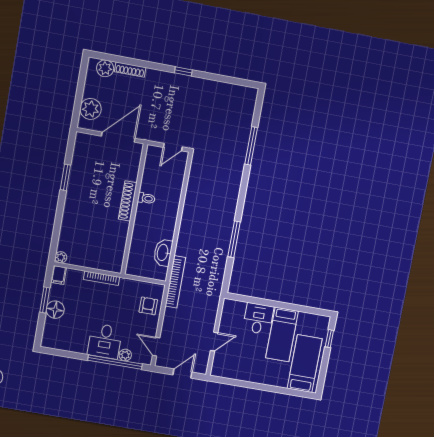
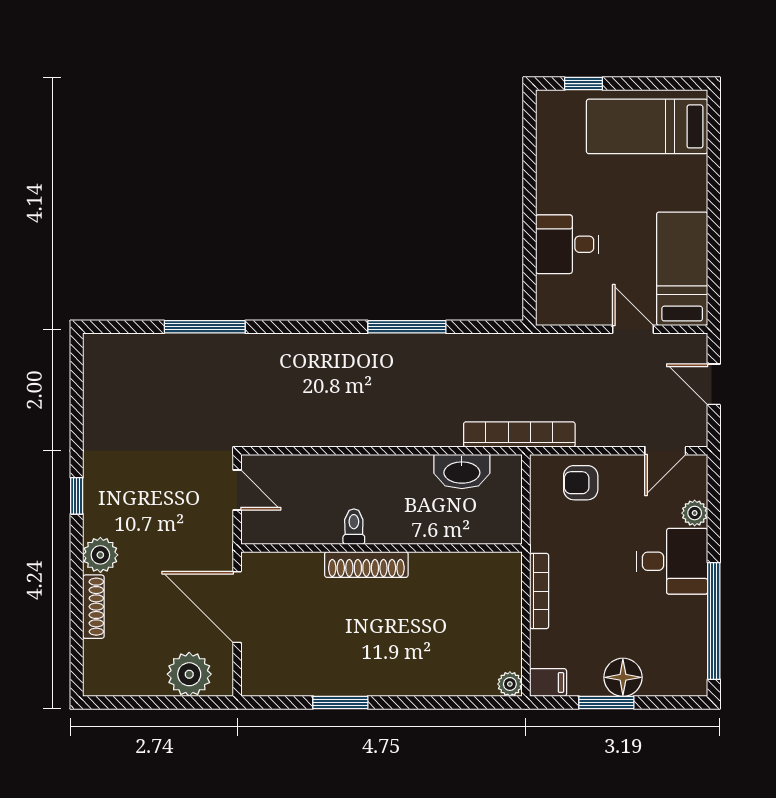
plant: (105, 68) -> (100, 555), moved
bed: (282, 334) -> (682, 269), moved, turned -90
window: (115, 362) -> (714, 621), moved

